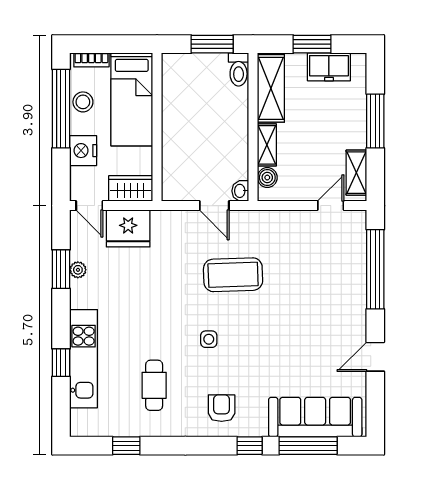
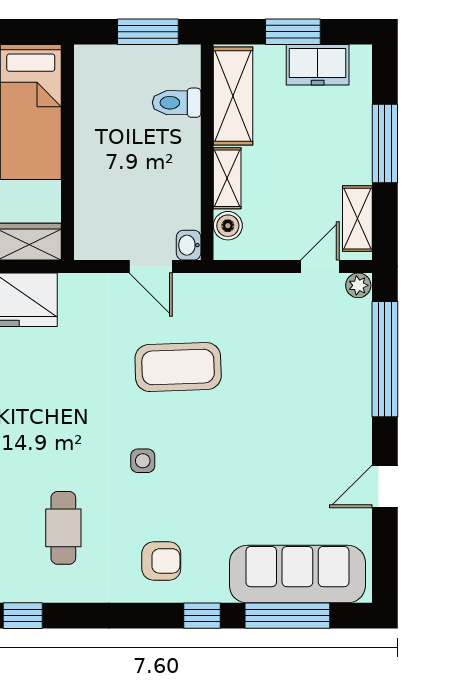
toilet: (239, 69) -> (177, 103), moved, turned 90
plant: (357, 219) -> (358, 285), added
armchair: (222, 408) -> (161, 561), turned 90

